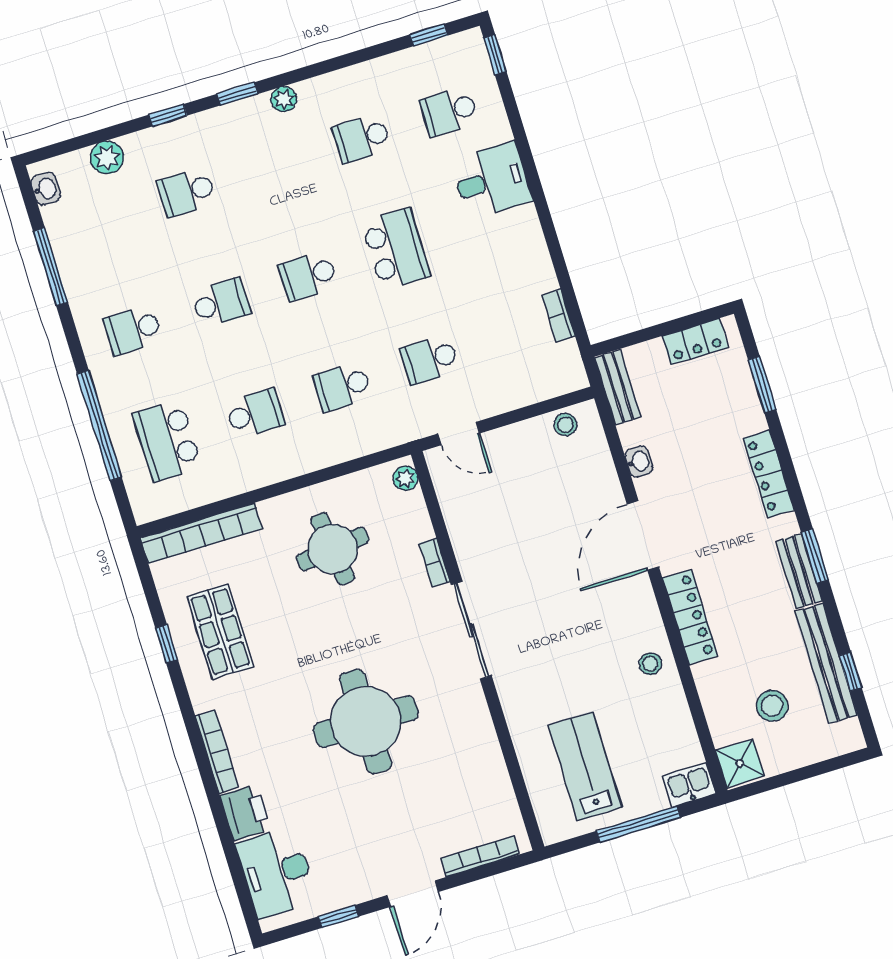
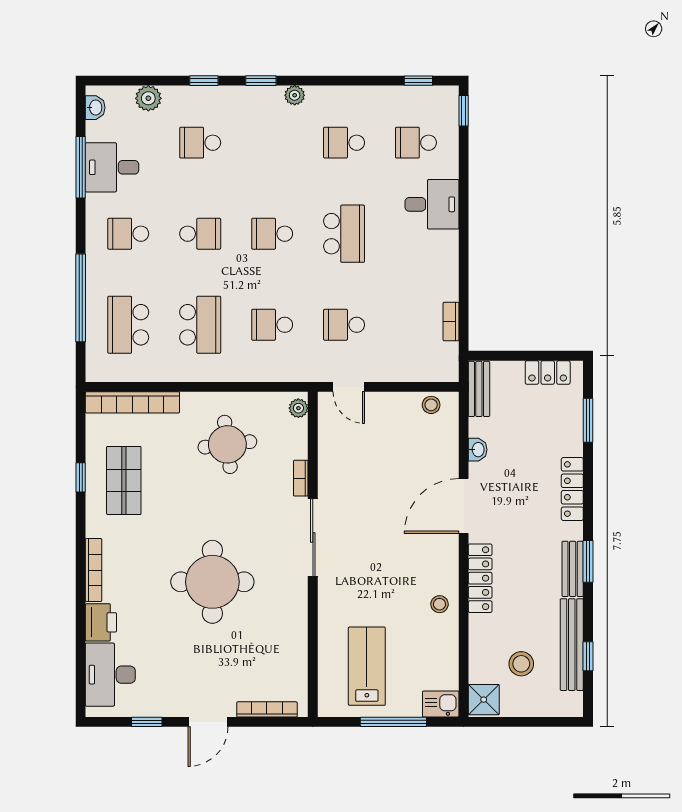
desk: (89, 255) -> (112, 167), added
school desk: (255, 414) -> (200, 325), width x1.85

